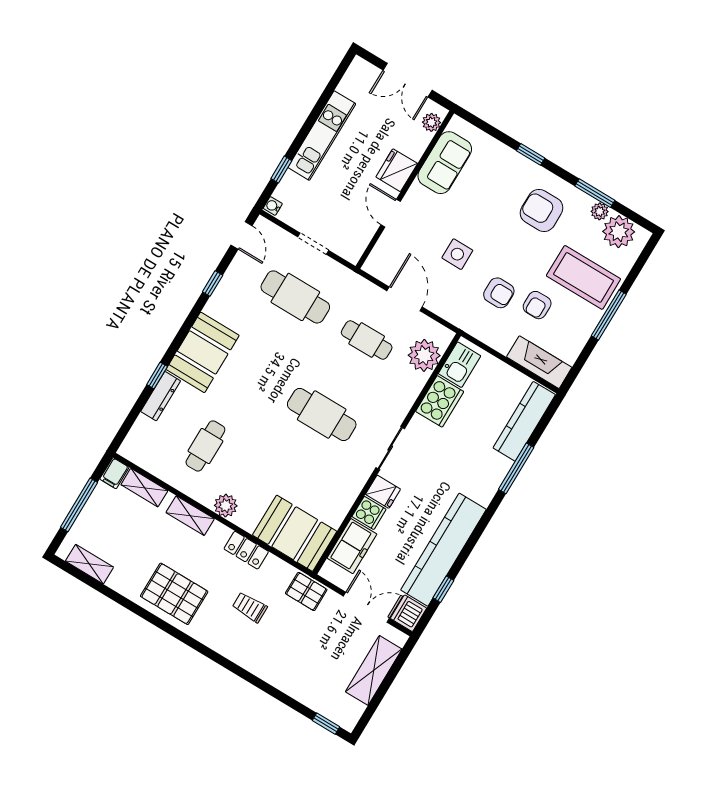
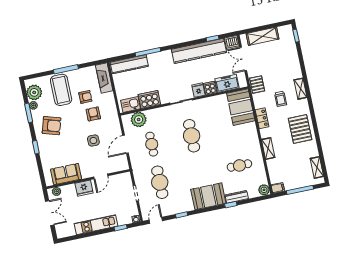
armchair: (542, 210) -> (52, 126), turned -73
shelving: (144, 488) -> (300, 89), moved
plant: (226, 506) -> (264, 190), moved

